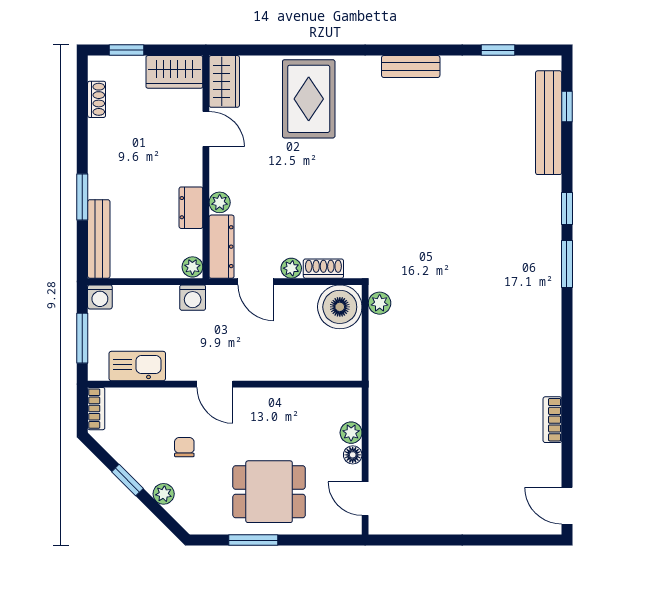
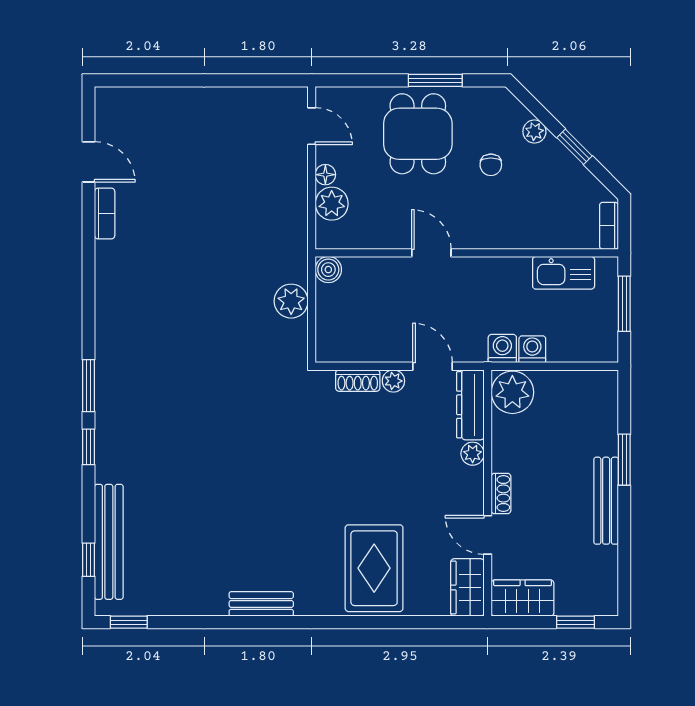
window: (498, 50) -> (129, 622), moved
shoe rack: (97, 99) -> (501, 493), moved, turned 180
dresser: (191, 208) -> (504, 448), removed
bench: (99, 239) -> (606, 501), moved
plant: (192, 267) -> (512, 392), width x1.88, depth x1.88
washing machine: (100, 297) -> (532, 349), moved
plant: (380, 303) -> (291, 301), moved, width x1.38, depth x1.38
boiler: (340, 307) -> (328, 270), moved, width x0.54, depth x0.54
door: (215, 384) -> (431, 253), moved
plant: (351, 433) -> (332, 204), width x1.38, depth x1.38
chair: (184, 447) -> (491, 165), moved
dining table: (269, 492) -> (418, 134), turned 90
door: (567, 506) -> (89, 162), moved

